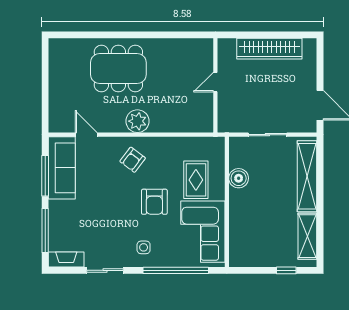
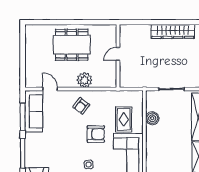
door: (215, 82) -> (118, 54), moved
wall: (215, 85) -> (118, 56), moved
armchair: (154, 202) -> (96, 134), turned -90

